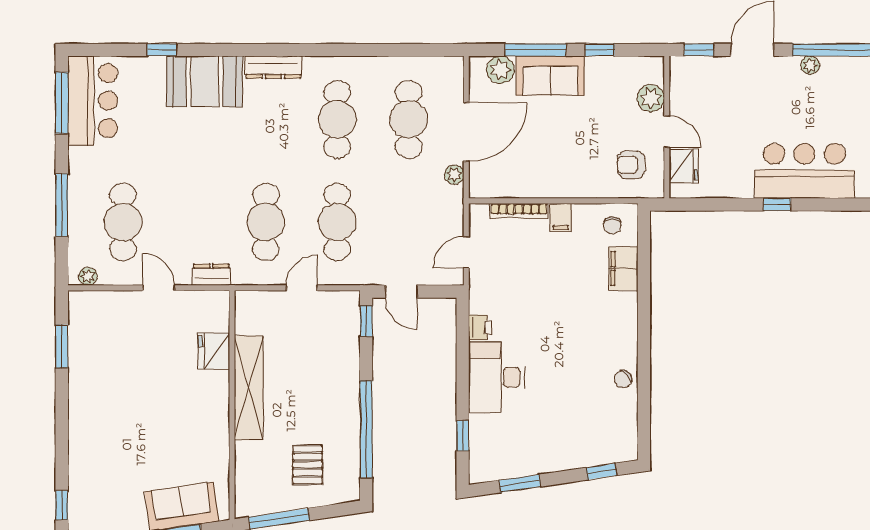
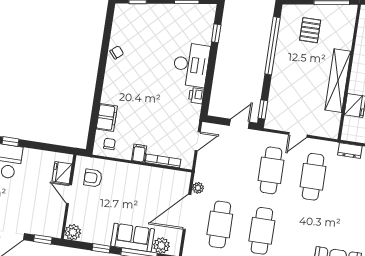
plant: (651, 98) -> (73, 232), moved
armchair: (631, 165) -> (93, 178), turned 180
door: (401, 291) -> (239, 124), hinge flipped

